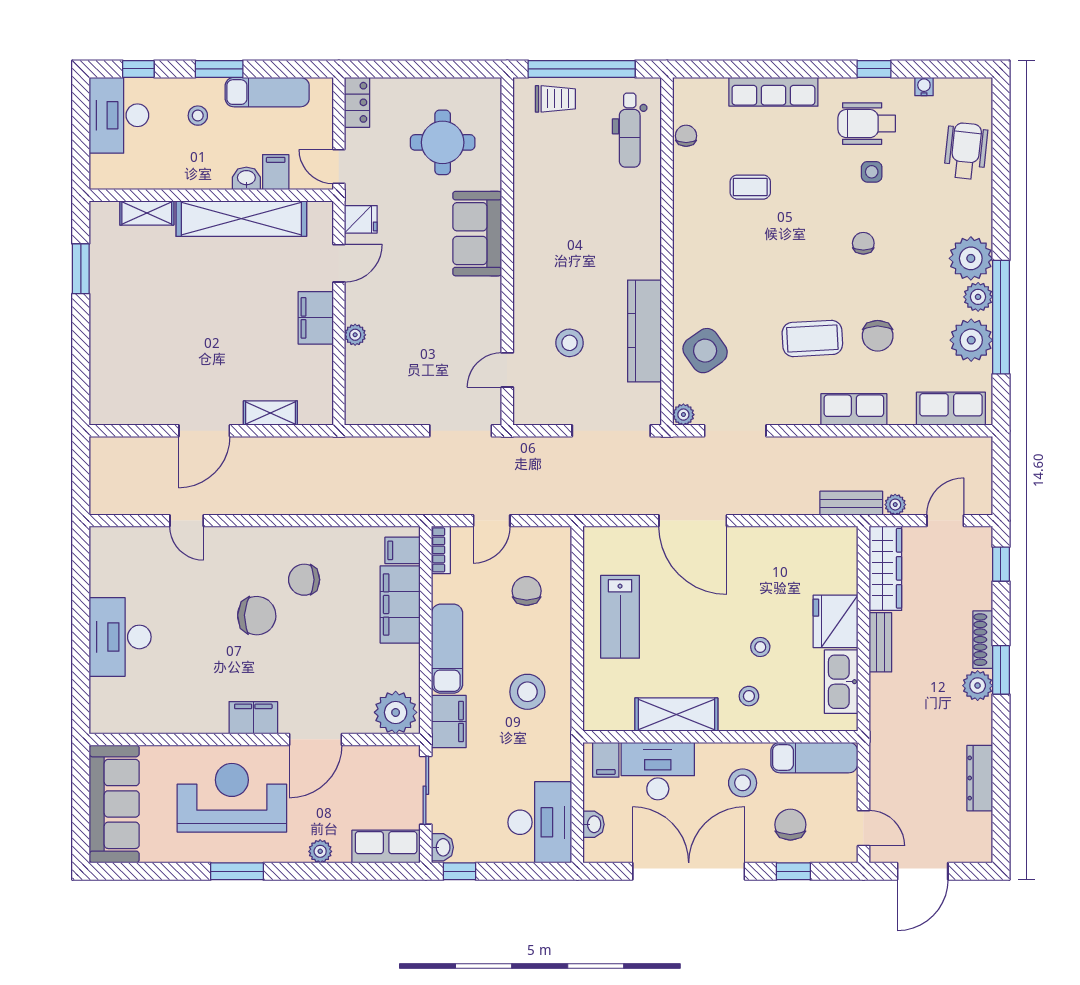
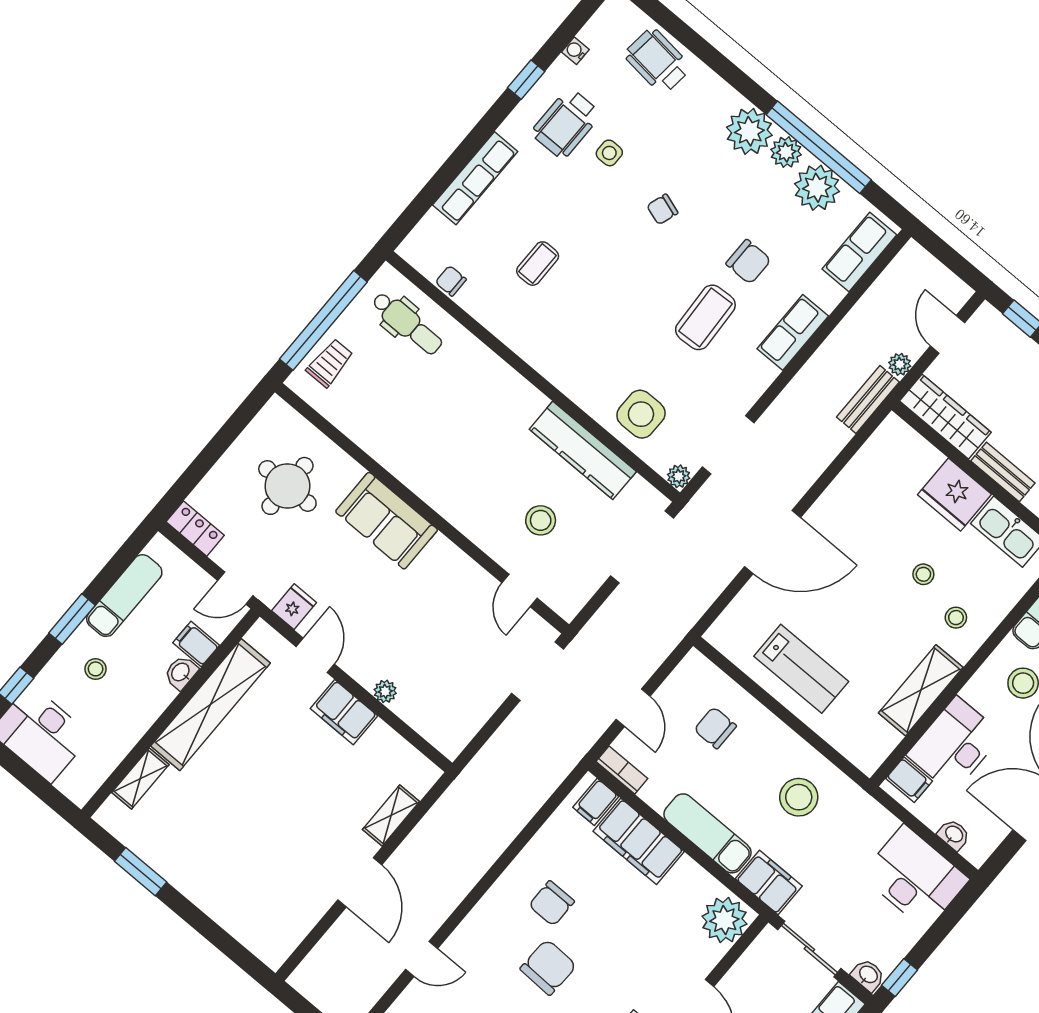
chair: (863, 243) -> (662, 209), turned -72
side table: (705, 351) -> (641, 414), turned 35

